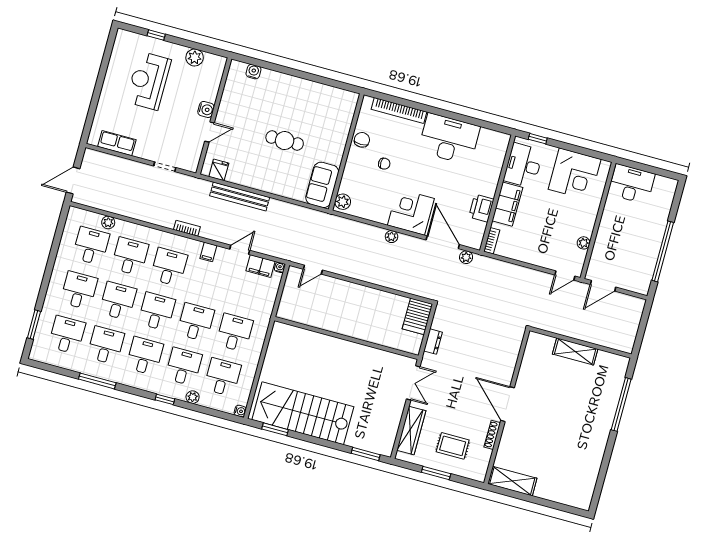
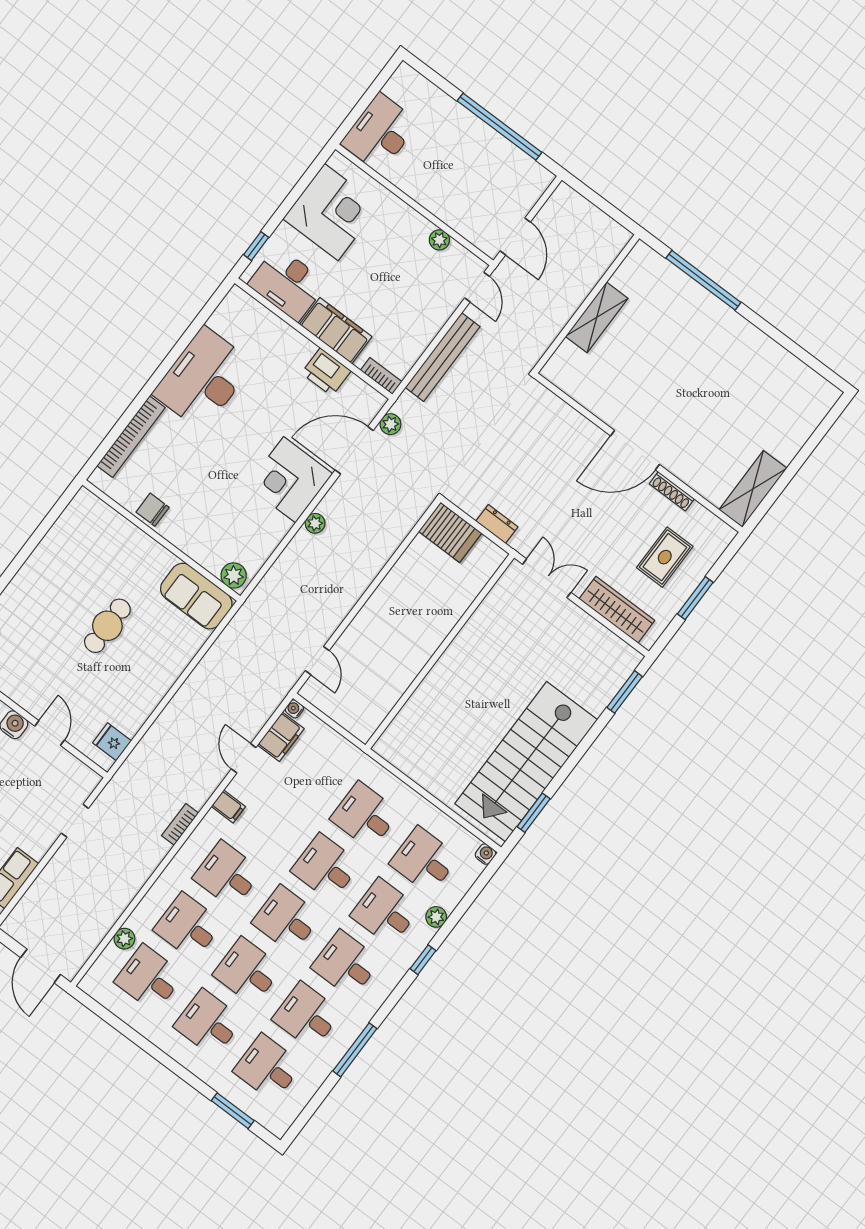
chair: (384, 164) -> (202, 491), removed
bench: (240, 197) -> (443, 357), moved

